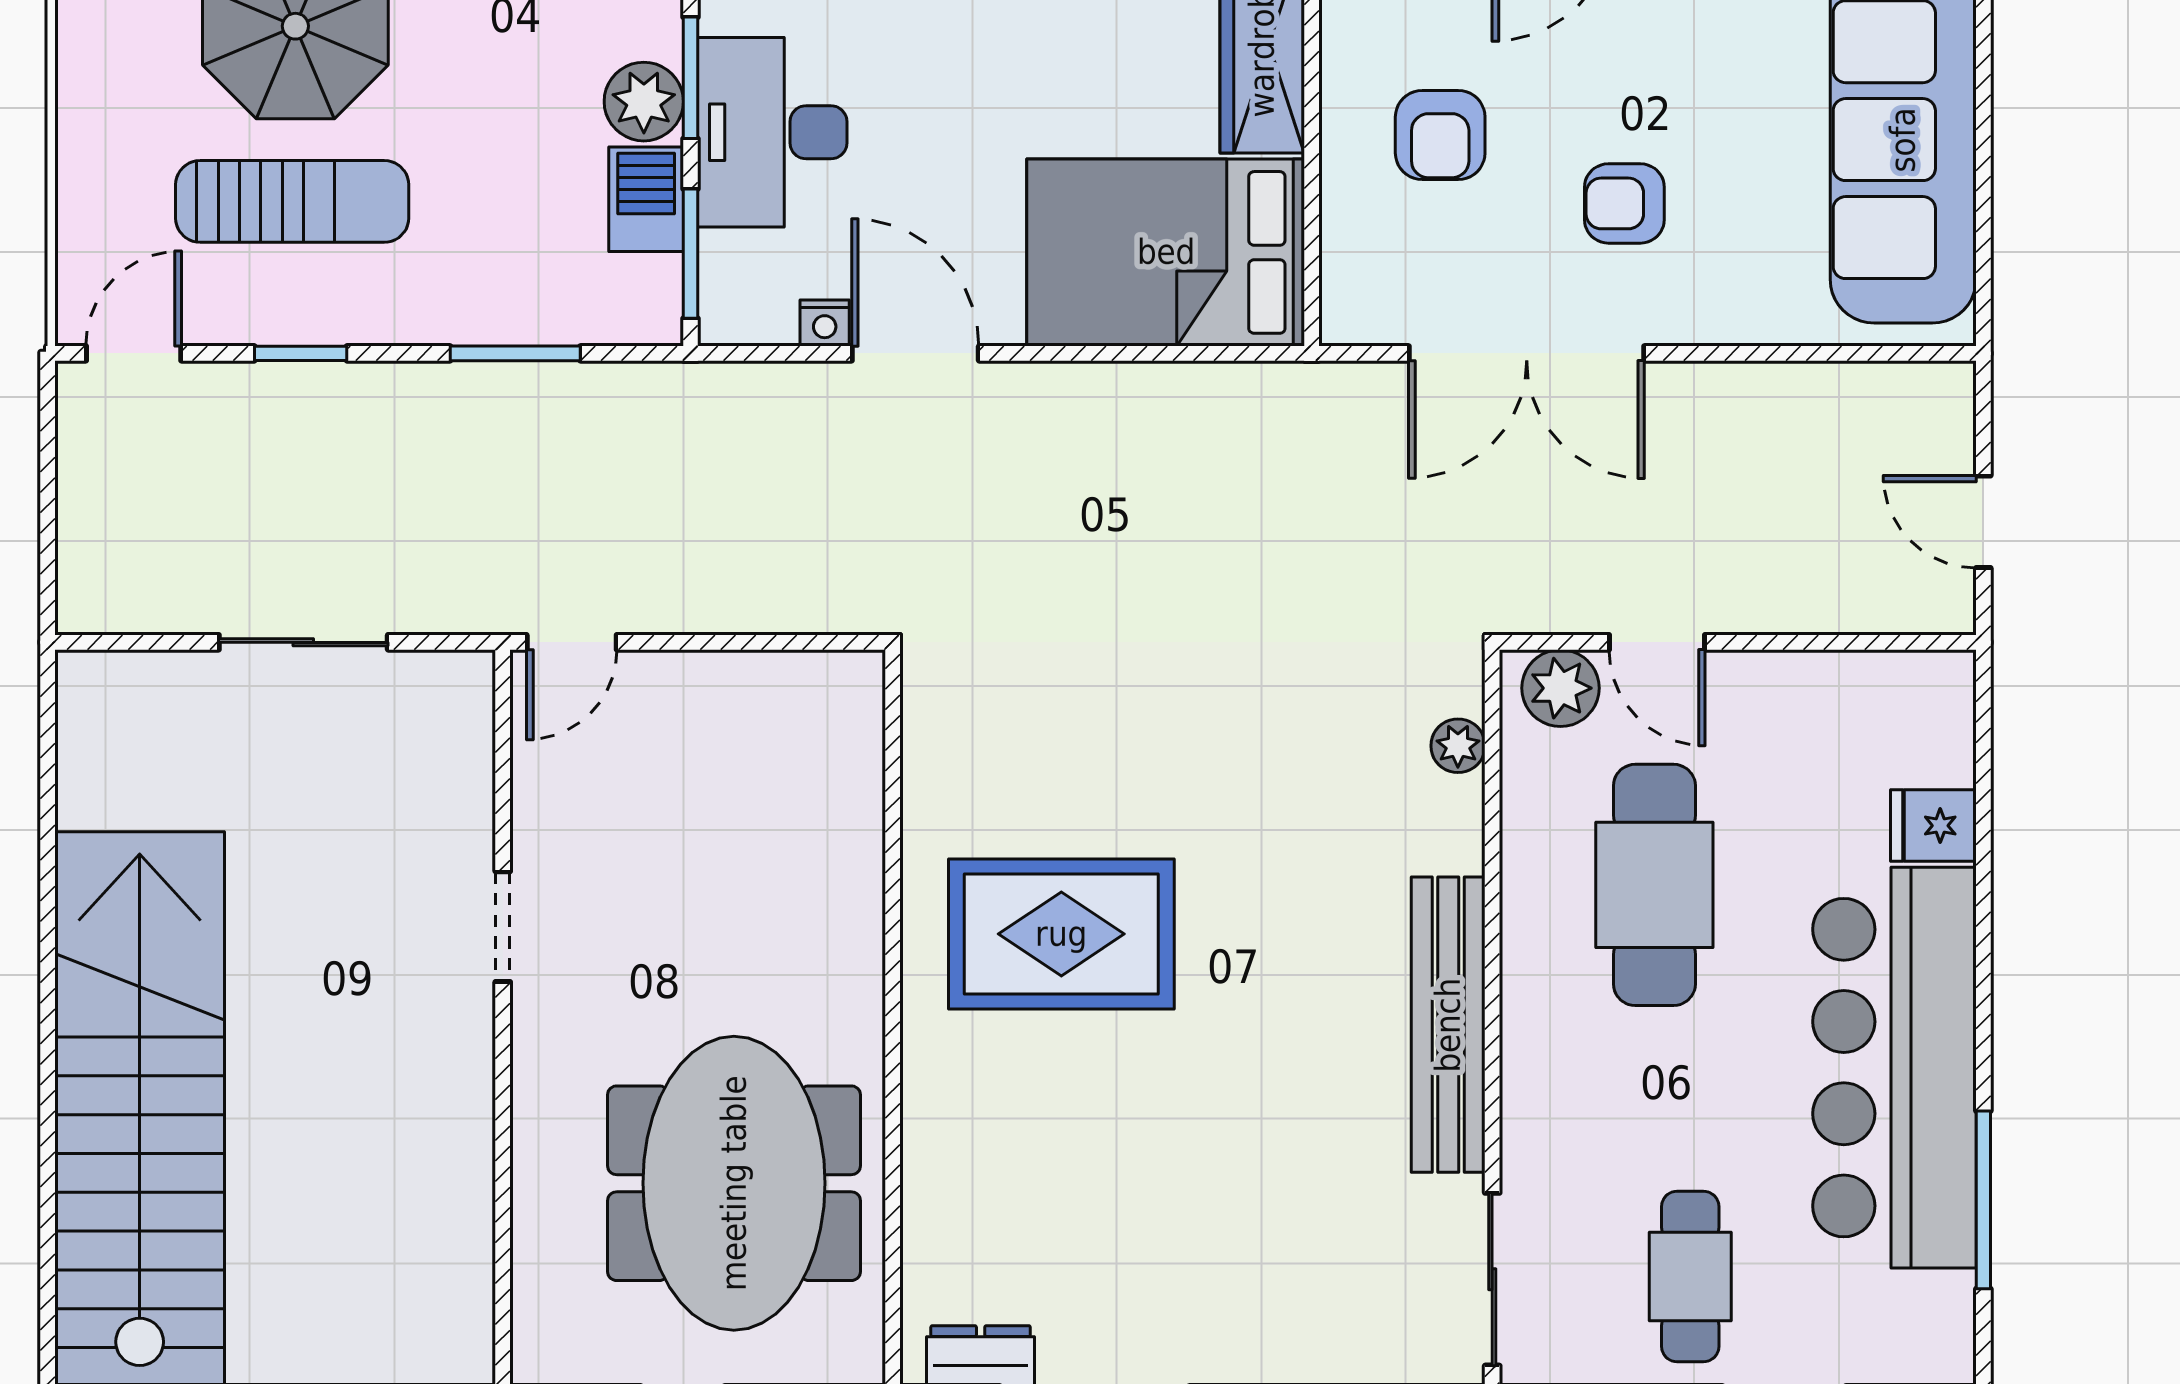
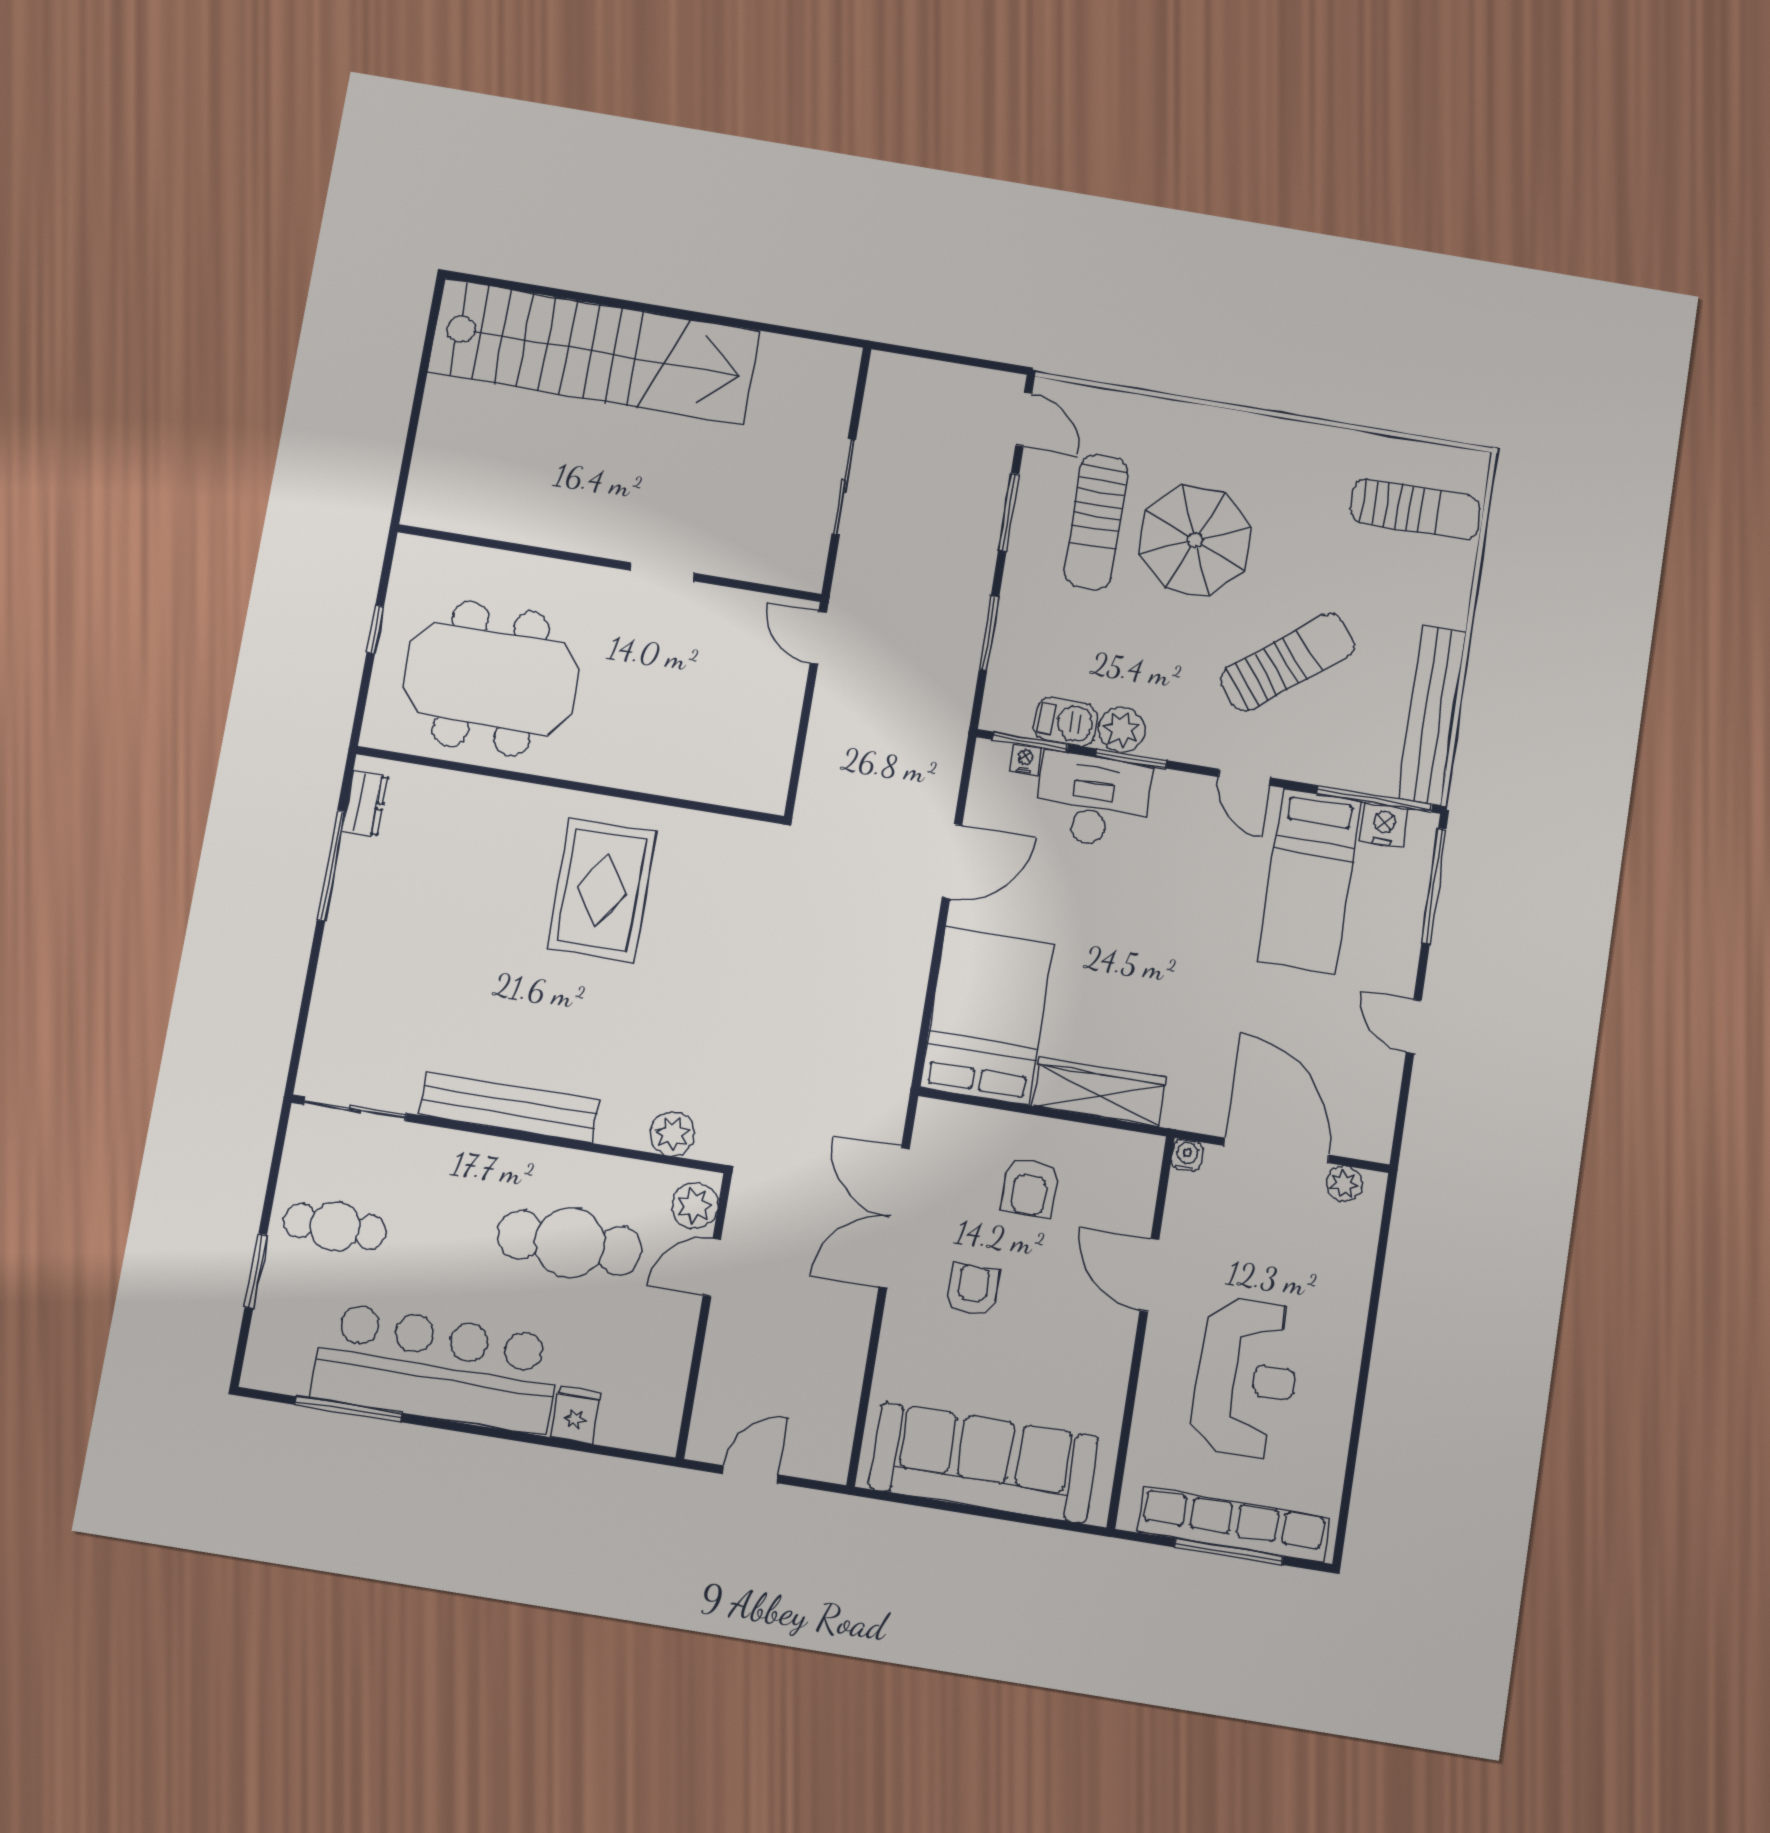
armchair: (1440, 135) -> (1030, 1187), turned -90
nightstand: (825, 323) -> (1025, 759), moved, turned 90
window: (301, 353) -> (1009, 512), width x1.50
plant: (1458, 746) -> (672, 1134), width x1.38, depth x1.38

